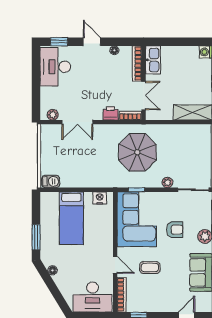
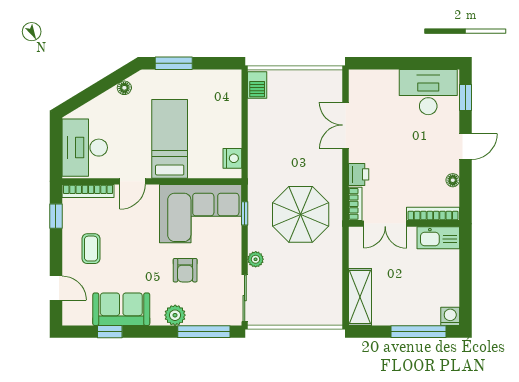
plant: (53, 115) -> (357, 88), removed
bed: (71, 218) -> (170, 139), moved, turned 90
coffee table: (150, 268) -> (91, 249), moved

